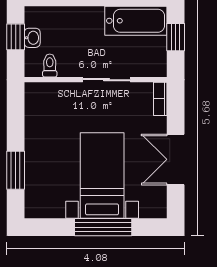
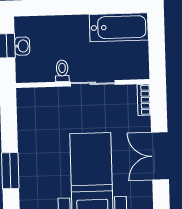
window: (176, 37) -> (156, 42), removed
toilet: (50, 65) -> (62, 71), moved

